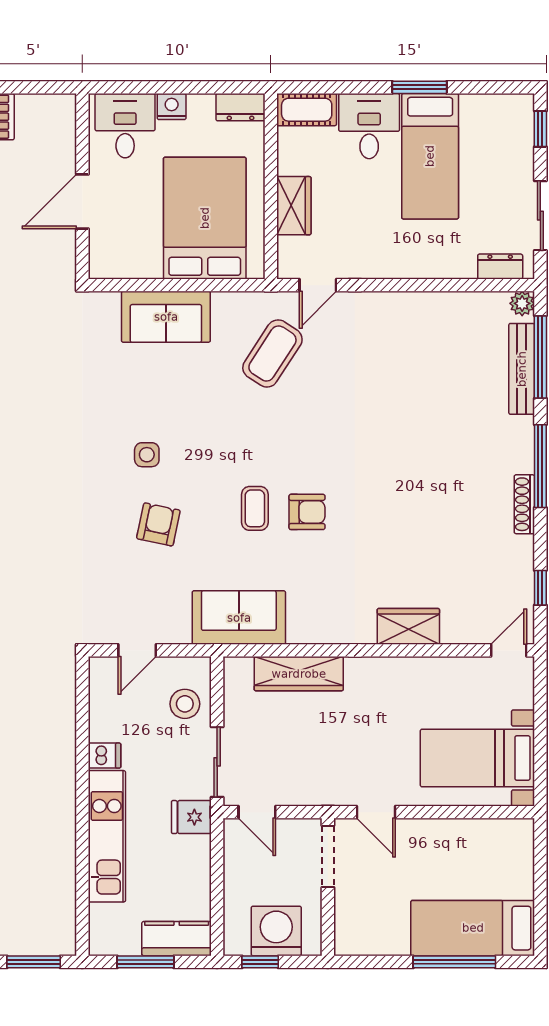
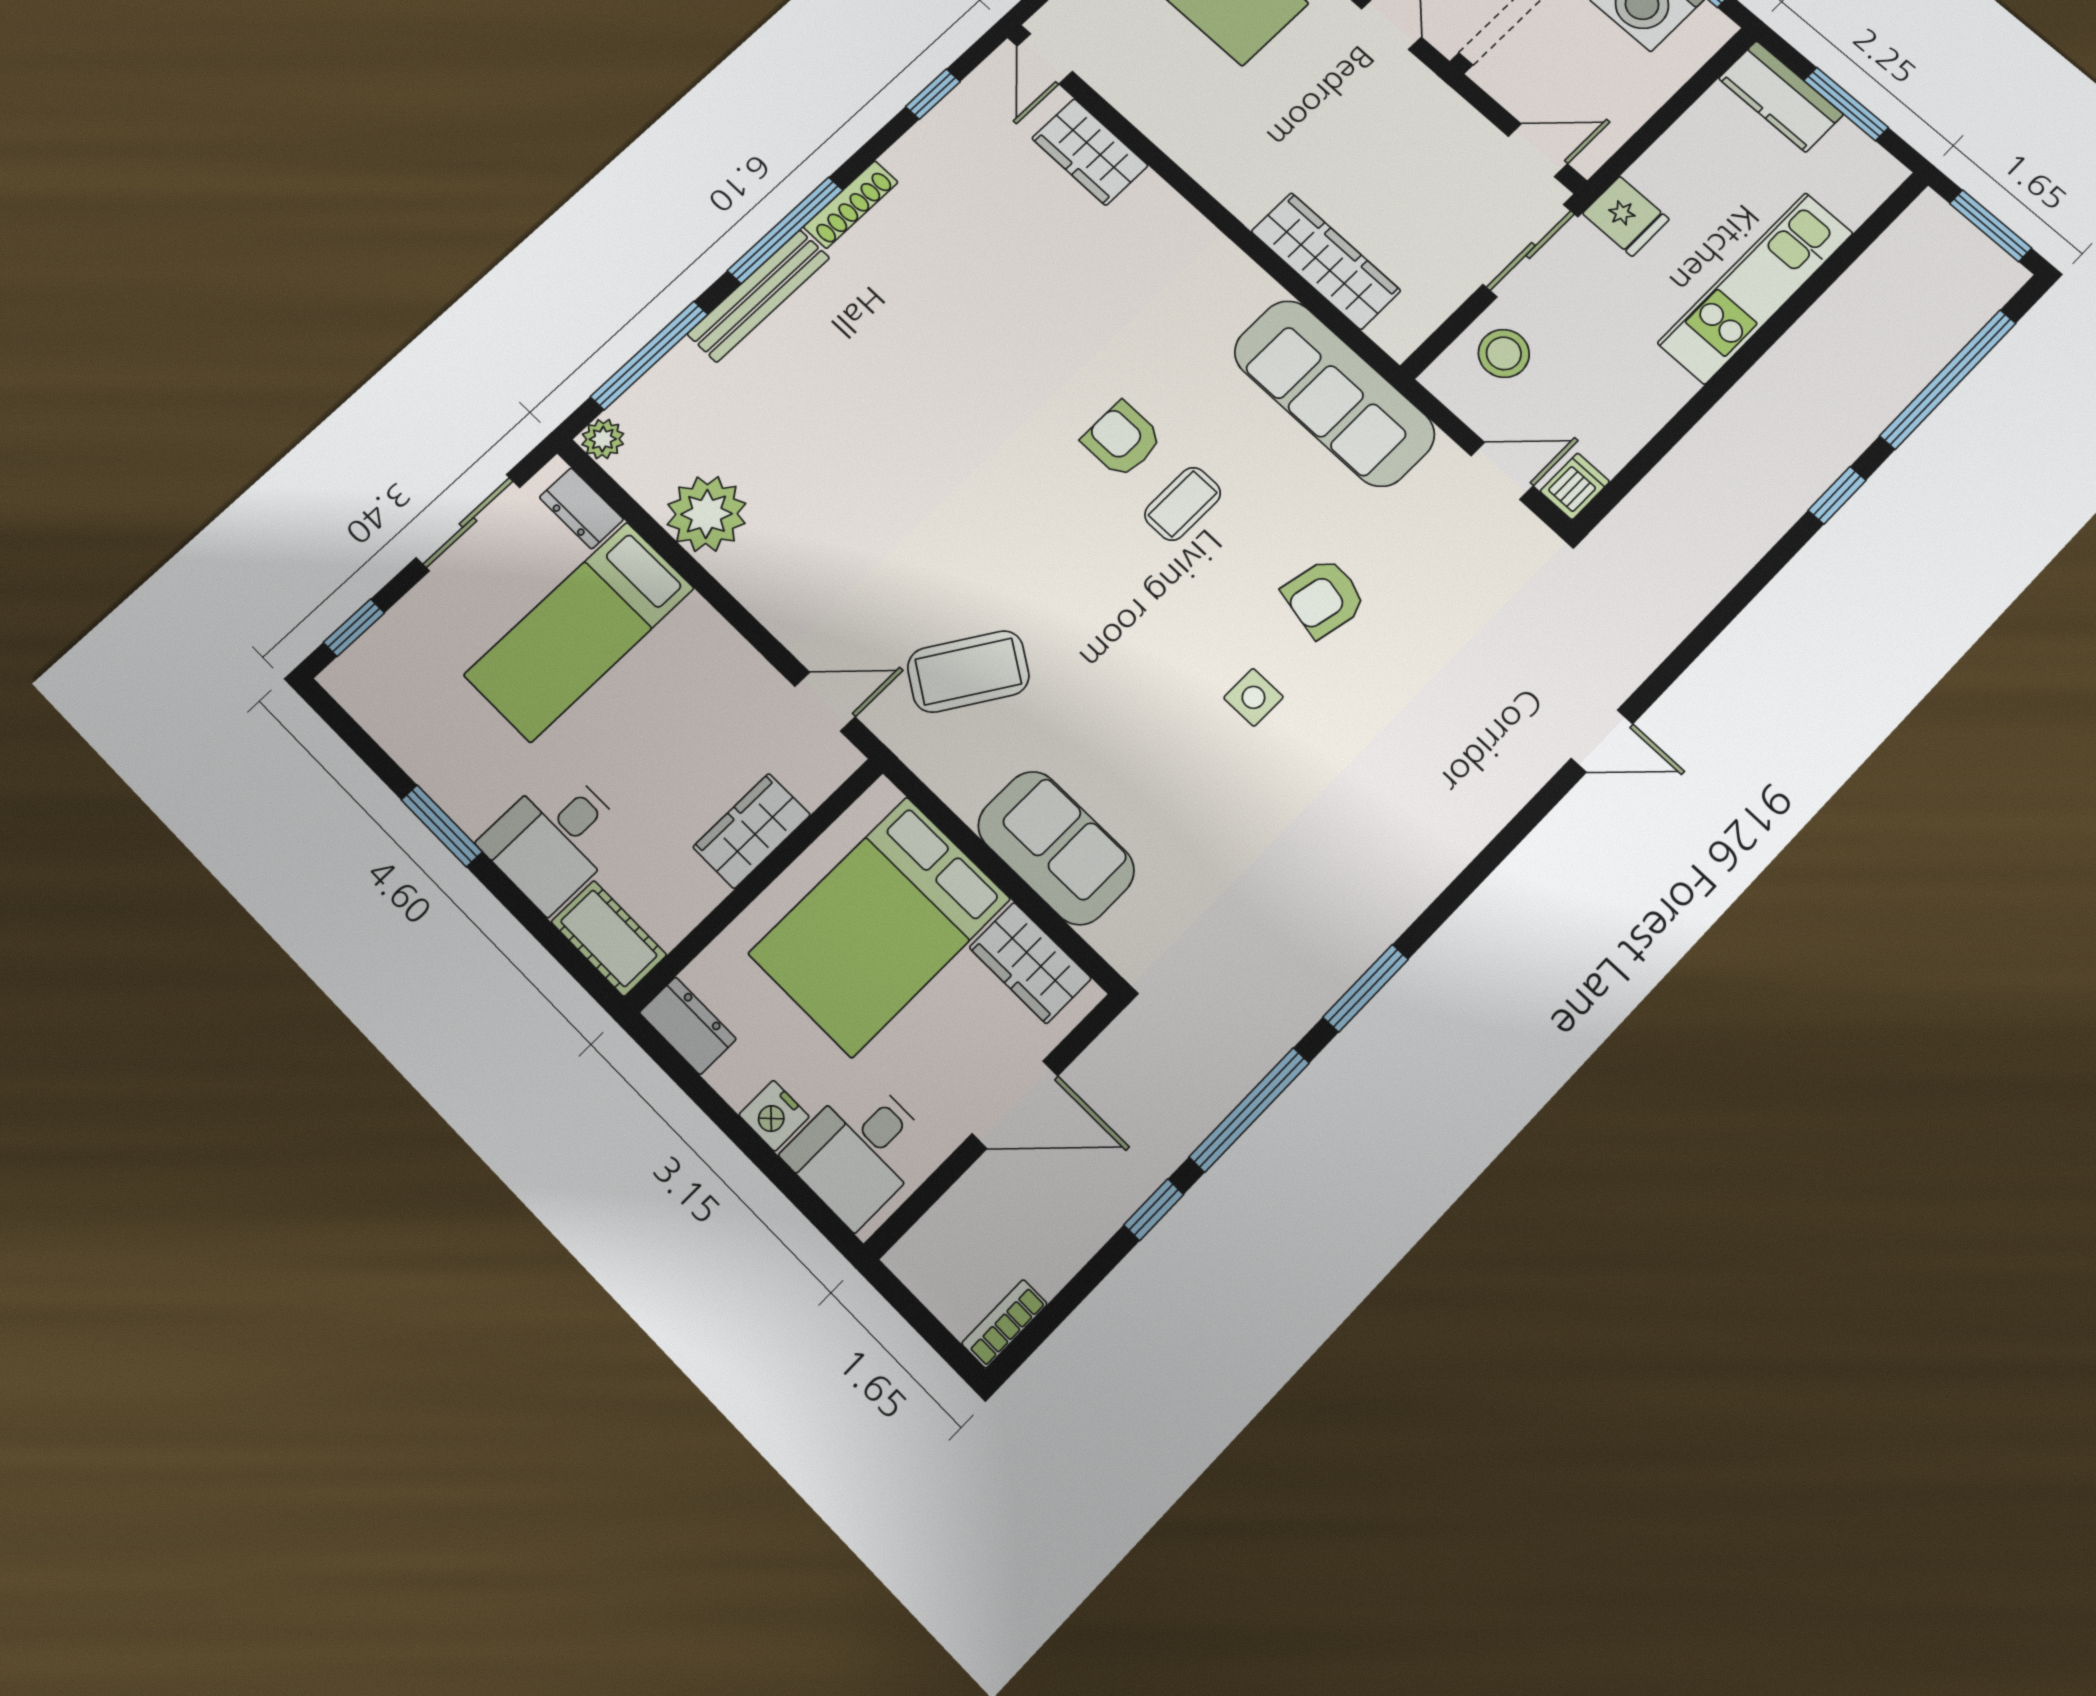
bed: (430, 156) -> (579, 632), moved, turned 180
wardrobe: (131, 262) -> (1030, 963), added
plant: (446, 314) -> (707, 514), added
bench: (522, 369) -> (759, 296), moved
sofa: (239, 618) -> (1334, 393), width x1.36
wardrobe: (408, 626) -> (1090, 152), moved
door: (509, 650) -> (1045, 59), hinge flipped
dishwasher: (104, 756) -> (1575, 486), moved, turned 90
door: (257, 812) -> (1538, 150), hinge flipped

